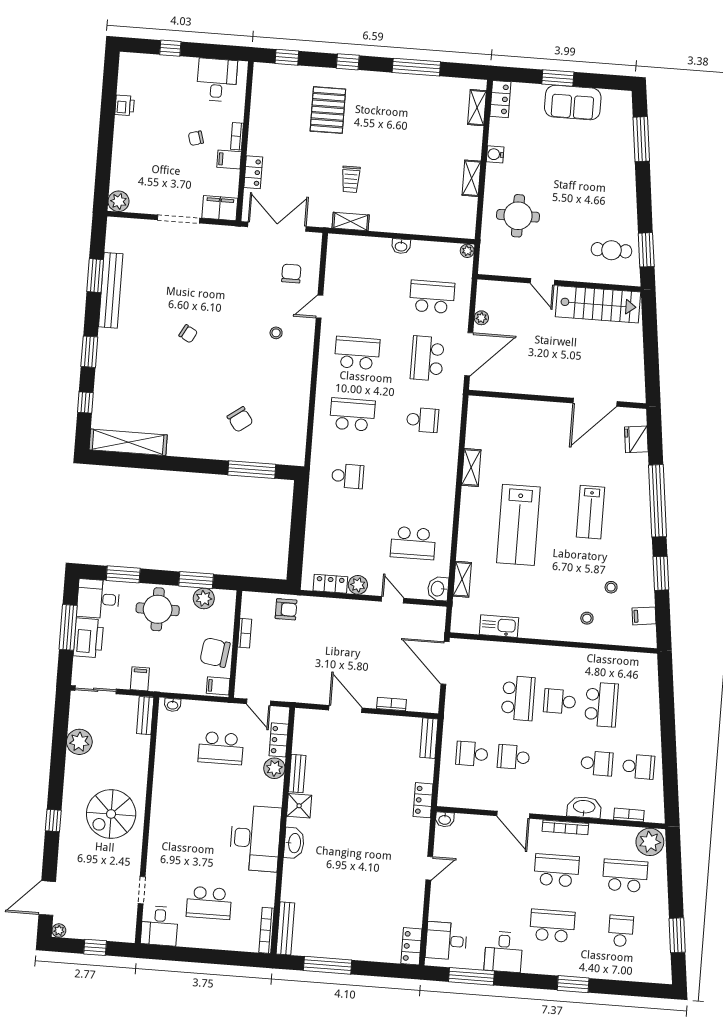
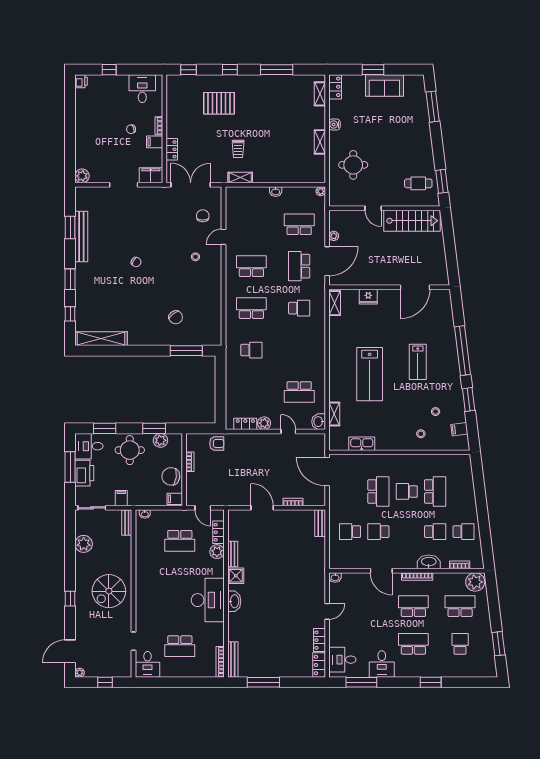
printer: (125, 105) -> (81, 81), moved
pallet: (328, 110) -> (219, 103), turned 90
fridge: (636, 439) -> (368, 297), moved, turned -83
shelving: (471, 468) -> (335, 303), moved
locker: (423, 800) -> (319, 640), moved

